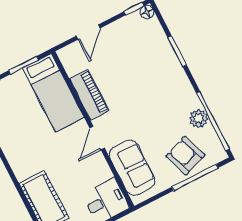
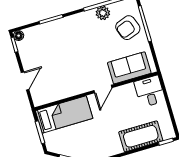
door: (88, 32) -> (25, 81), hinge flipped
piano: (89, 95) -> (71, 89), removed
door: (97, 138) -> (103, 89), hinge flipped

